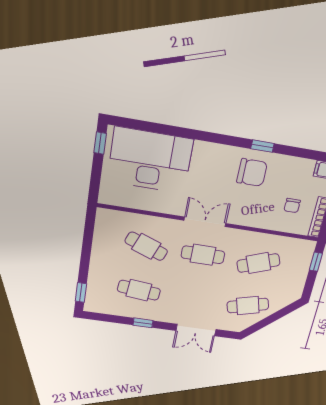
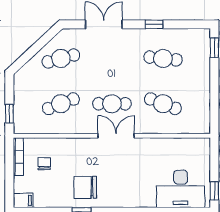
desk: (150, 160) -> (181, 189), width x0.73, depth x0.77
double door: (205, 222) -> (116, 136), swing flipped

